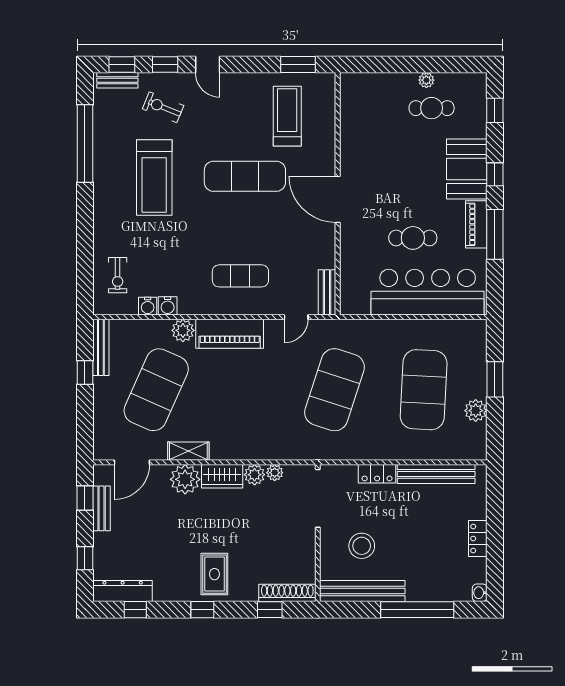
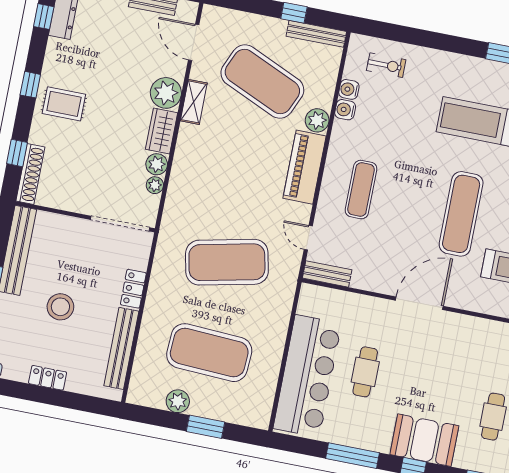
piano: (476, 224) -> (366, 439), removed
exercise bike: (118, 275) -> (386, 65), turned 180
exercise mat: (334, 390) -> (227, 262), turned -30
stool: (362, 546) -> (60, 307), moved

